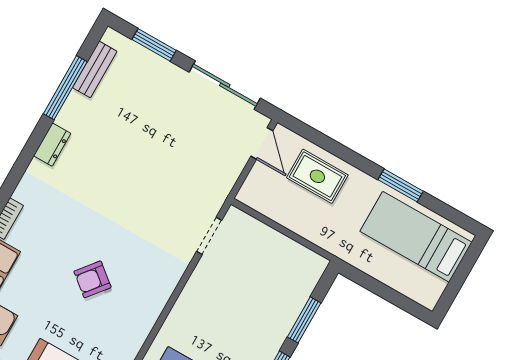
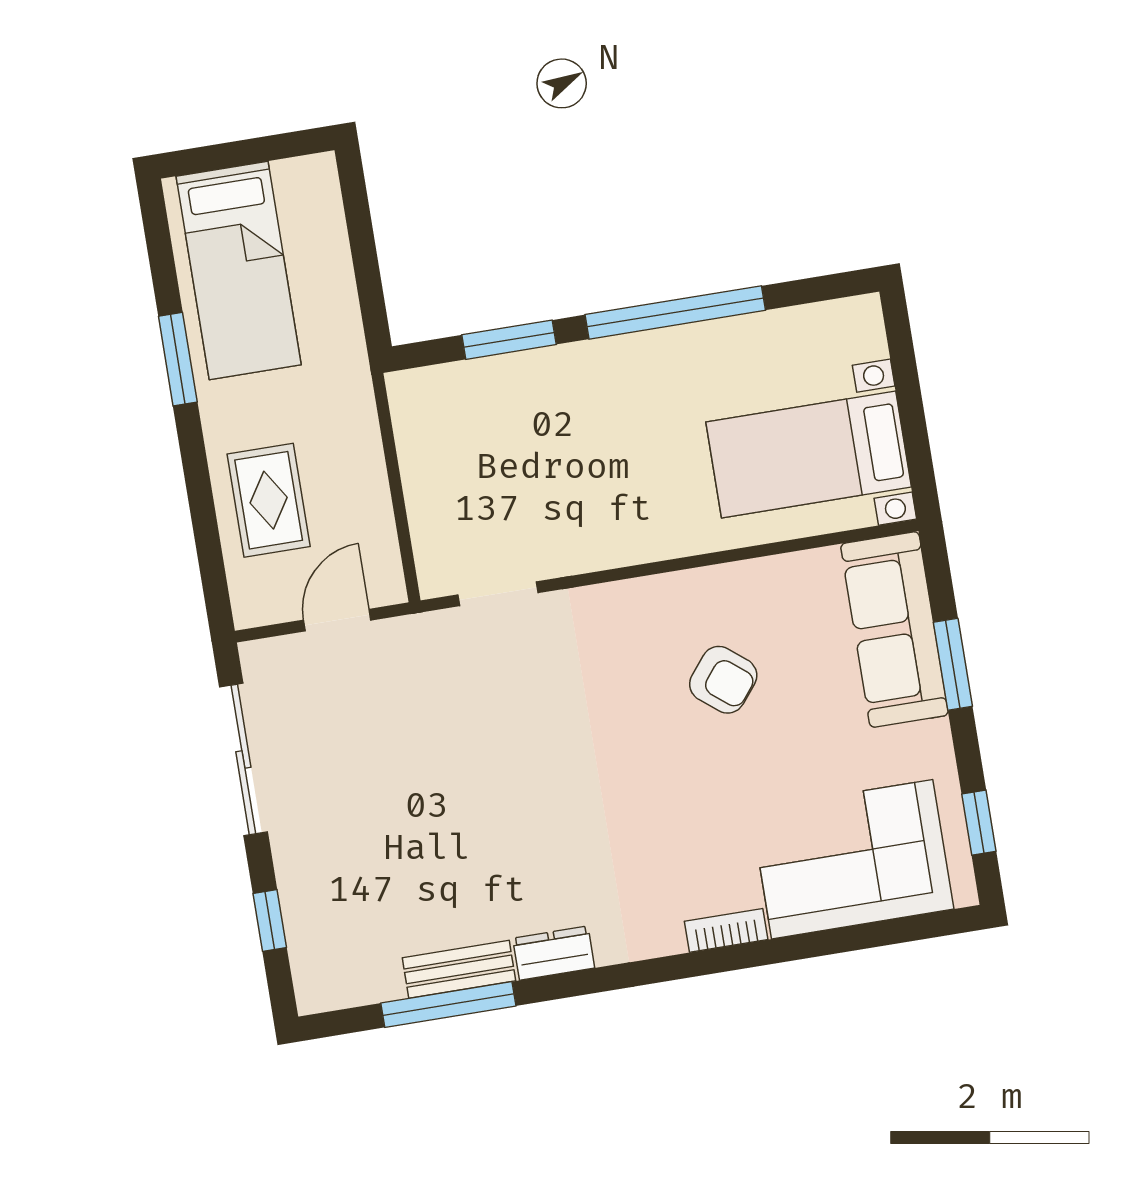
window: (154, 45) -> (270, 920), width x0.67
bench: (95, 69) -> (459, 969), moved
door: (262, 143) -> (337, 620), moved
armchair: (92, 279) -> (723, 680), moved

